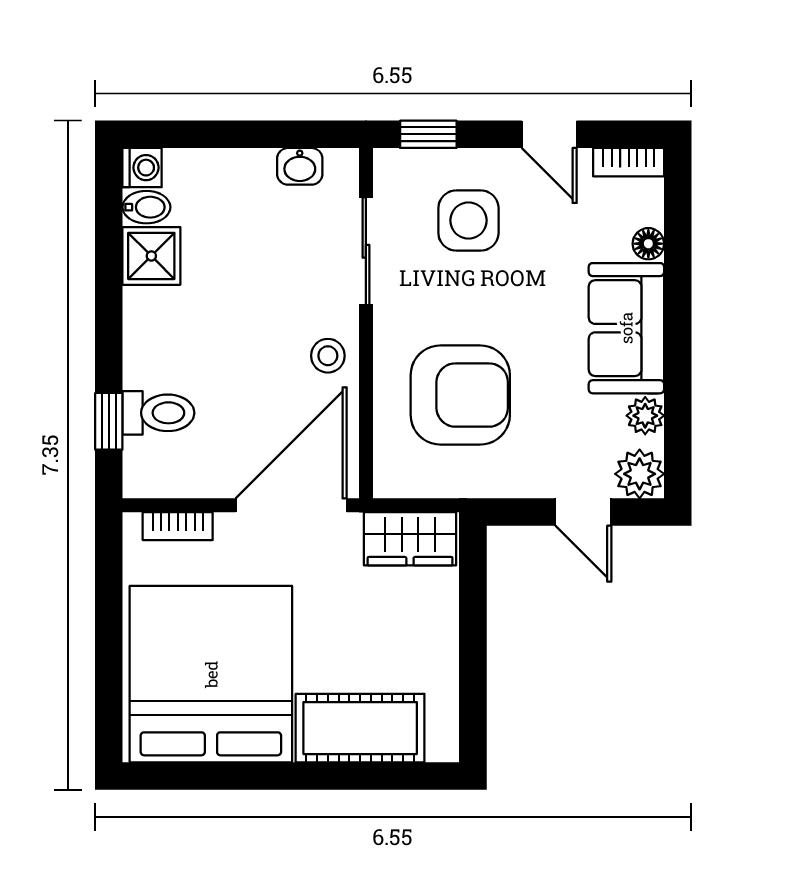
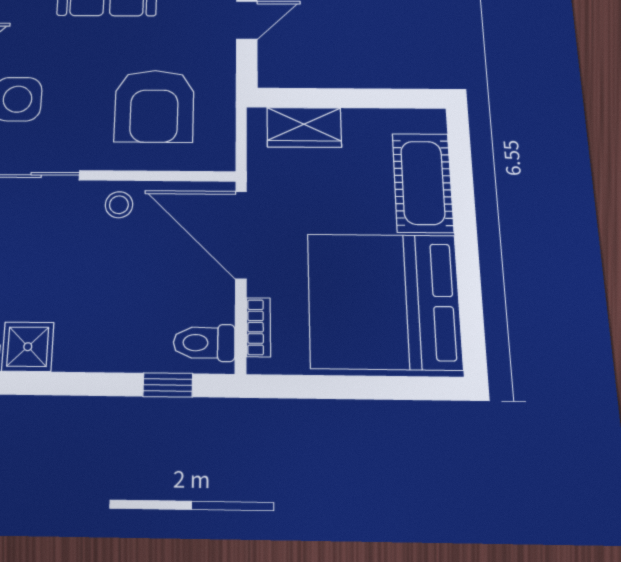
armchair: (460, 395) -> (154, 106), turned 180
toilet: (158, 413) -> (204, 343), moved, turned -90
wardrobe: (410, 539) -> (304, 127), moved, turned 90

